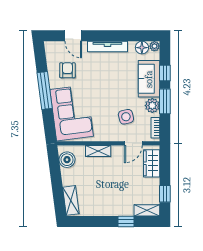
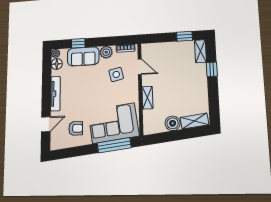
armchair: (67, 70) -> (76, 128), turned 180
window: (45, 91) -> (114, 145), moved
window: (165, 101) -> (102, 42), removed
boiler: (67, 160) -> (173, 123), moved
wardrobe: (152, 163) -> (157, 50), removed

